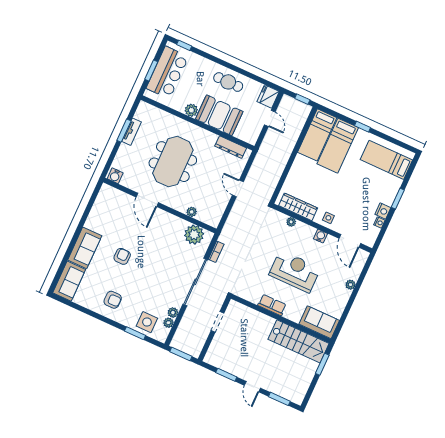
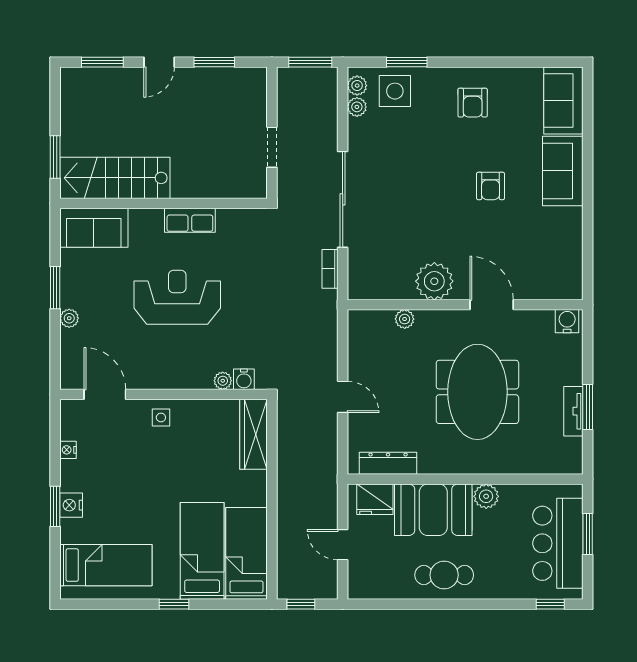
fridge: (268, 97) -> (375, 499), moved, turned 90
wardrobe: (298, 207) -> (254, 434), moved, turned 90
nightstand: (383, 211) -> (71, 505), moved
plant: (194, 235) -> (434, 281), moved
water cooler: (320, 236) -> (244, 379), moved
reception desk: (295, 271) -> (177, 297), turned 180
armchair: (113, 300) -> (473, 103), turned -90
window: (351, 302) -> (55, 288), added
plant: (173, 313) -> (357, 86), moved
door: (252, 387) -> (159, 62), swing flipped

